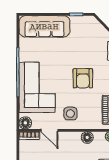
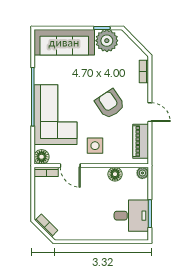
plant: (80, 25) -> (107, 41), added
armchair: (83, 78) -> (110, 104), turned 146

